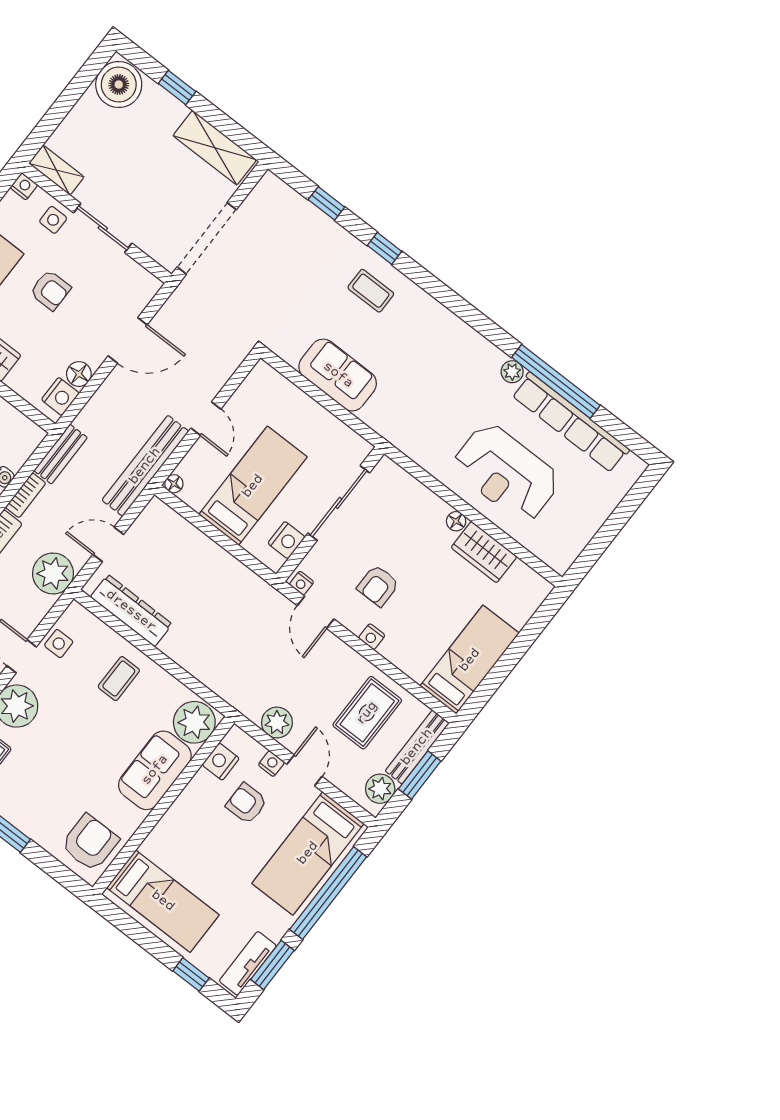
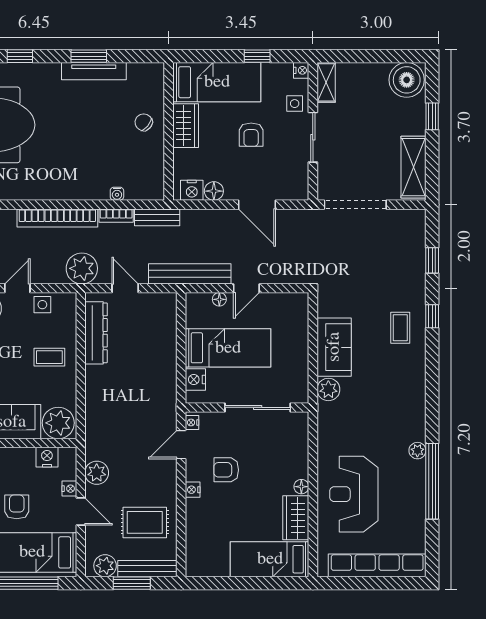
plant: (377, 415) -> (328, 389), added
row of seats: (571, 422) -> (377, 565), moved, turned 90
floor lamp: (174, 484) -> (219, 299), moved
nightstand: (286, 540) -> (195, 380), moved, turned 90
bed: (470, 660) -> (270, 559), moved, turned 180
door: (304, 770) -> (81, 512), hinge flipped
armchair: (246, 803) -> (17, 507), moved

